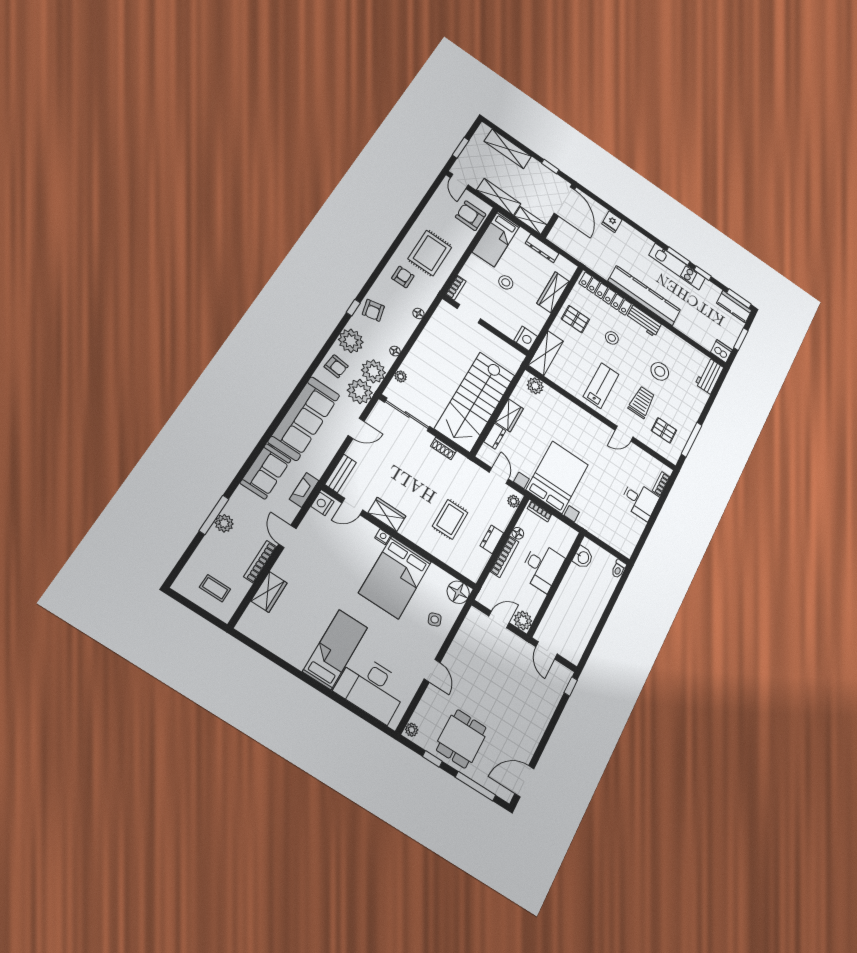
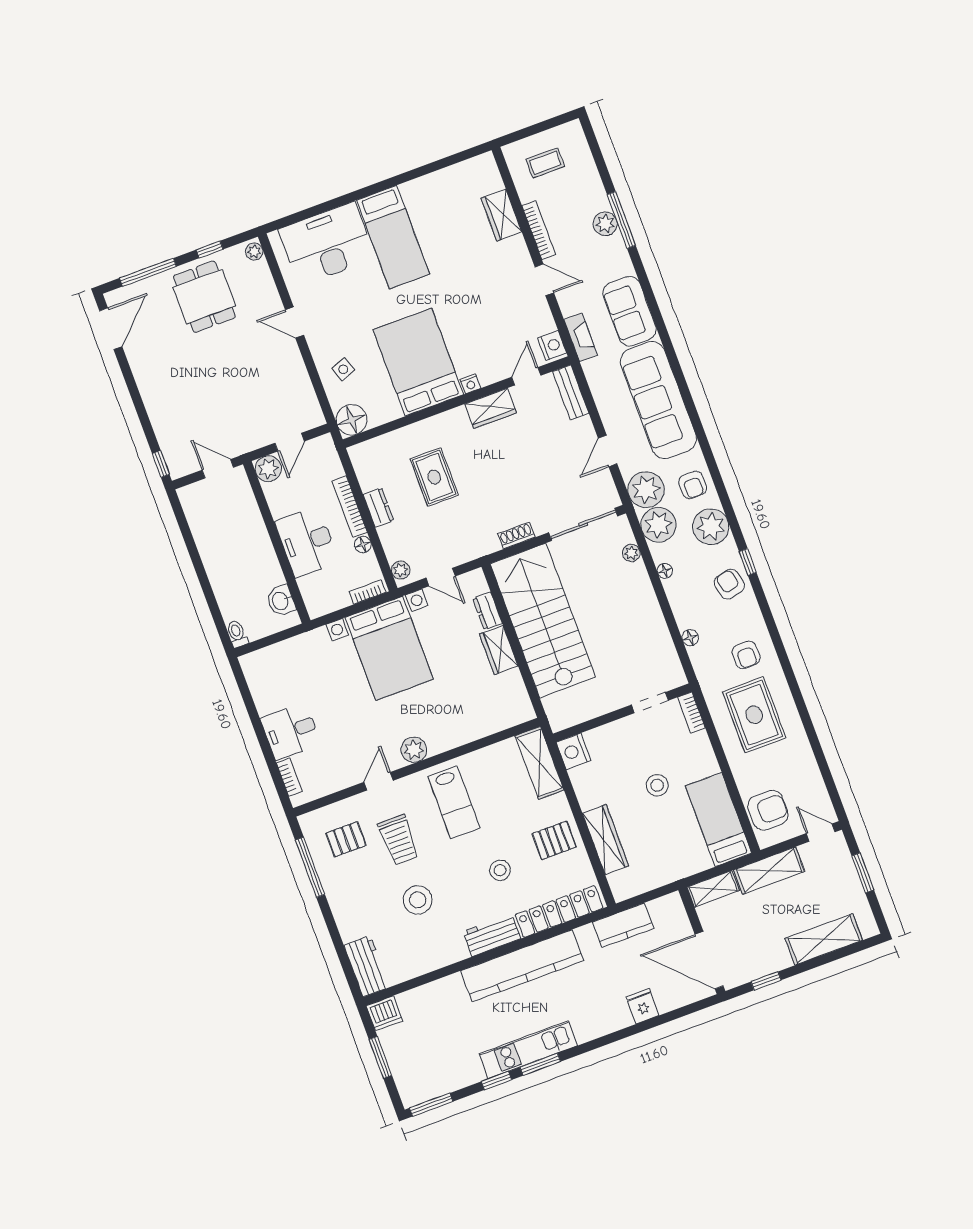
dresser: (542, 248) -> (669, 873), removed
kitchen counter: (734, 307) -> (623, 925), moved, turned 180
armchair: (336, 366) -> (693, 485), turned -96
plant: (535, 386) -> (414, 750), moved

